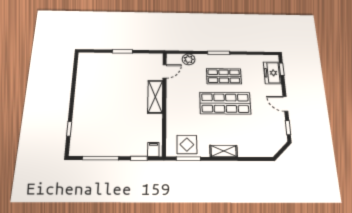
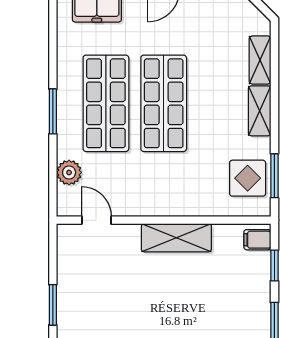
shop shelf: (224, 76) -> (106, 103), width x1.43, depth x1.36
shelving: (155, 97) -> (176, 238), moved
shelving: (251, 151) -> (260, 60), added

